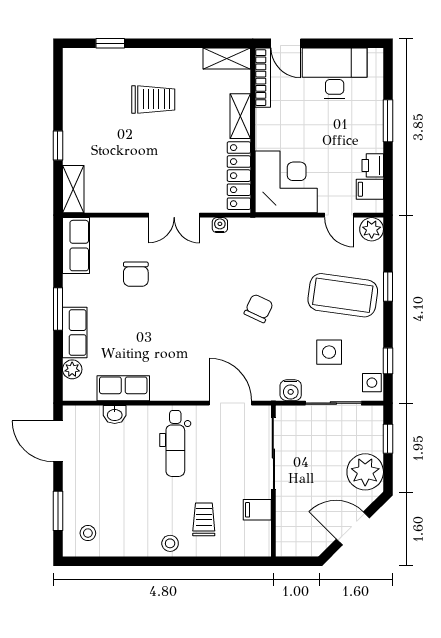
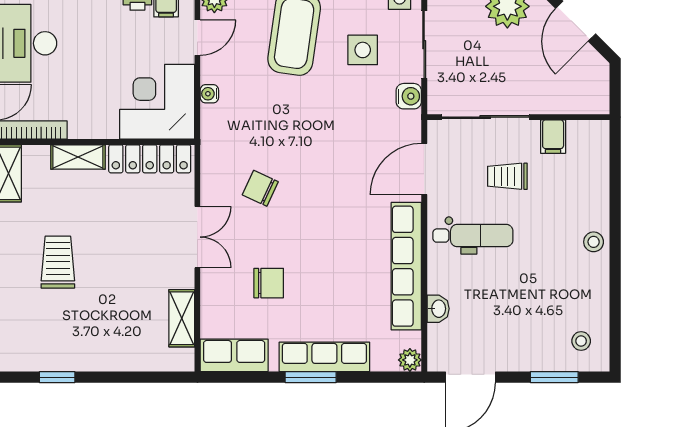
window: (58, 146) -> (57, 377), moved
shelving: (73, 189) -> (182, 318), moved, turned 90
water cooler: (220, 225) -> (209, 94), moved
chair: (259, 308) -> (260, 188), moved
row of seats: (75, 333) -> (324, 357), width x1.48
plant: (72, 369) -> (410, 360), moved
row of seats: (123, 388) -> (406, 266), width x2.02
trolley: (204, 519) -> (507, 176), moved

